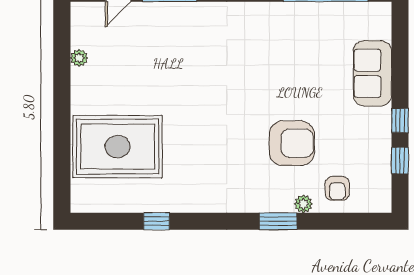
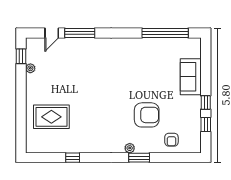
window: (62, 36) -> (21, 56), added
rug: (118, 147) -> (51, 117), width x0.73, depth x0.69
plant: (303, 204) -> (130, 148), moved

